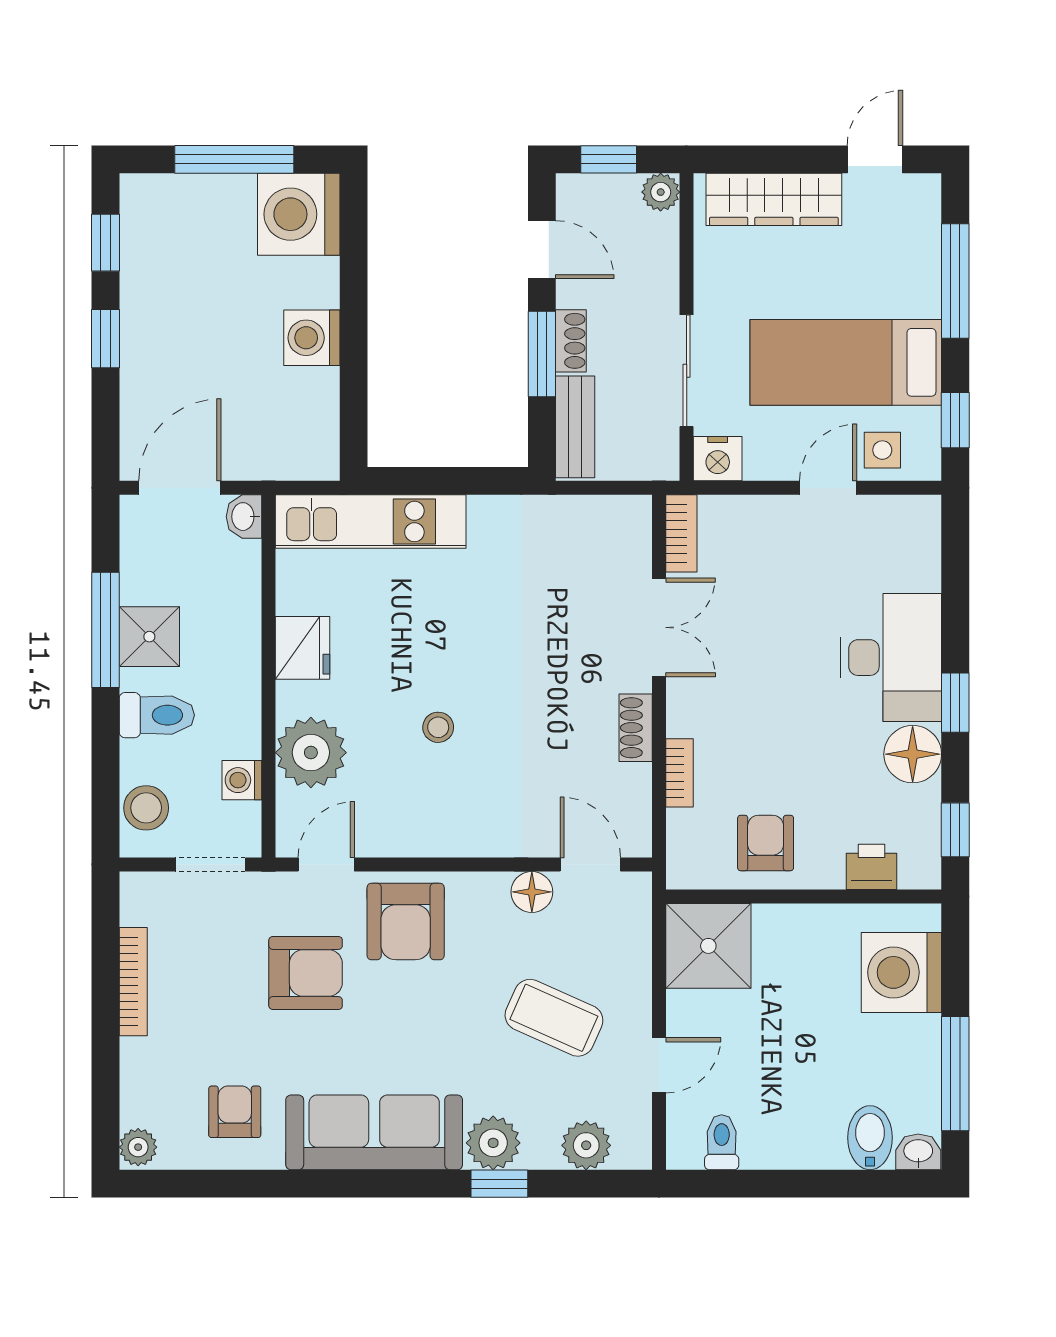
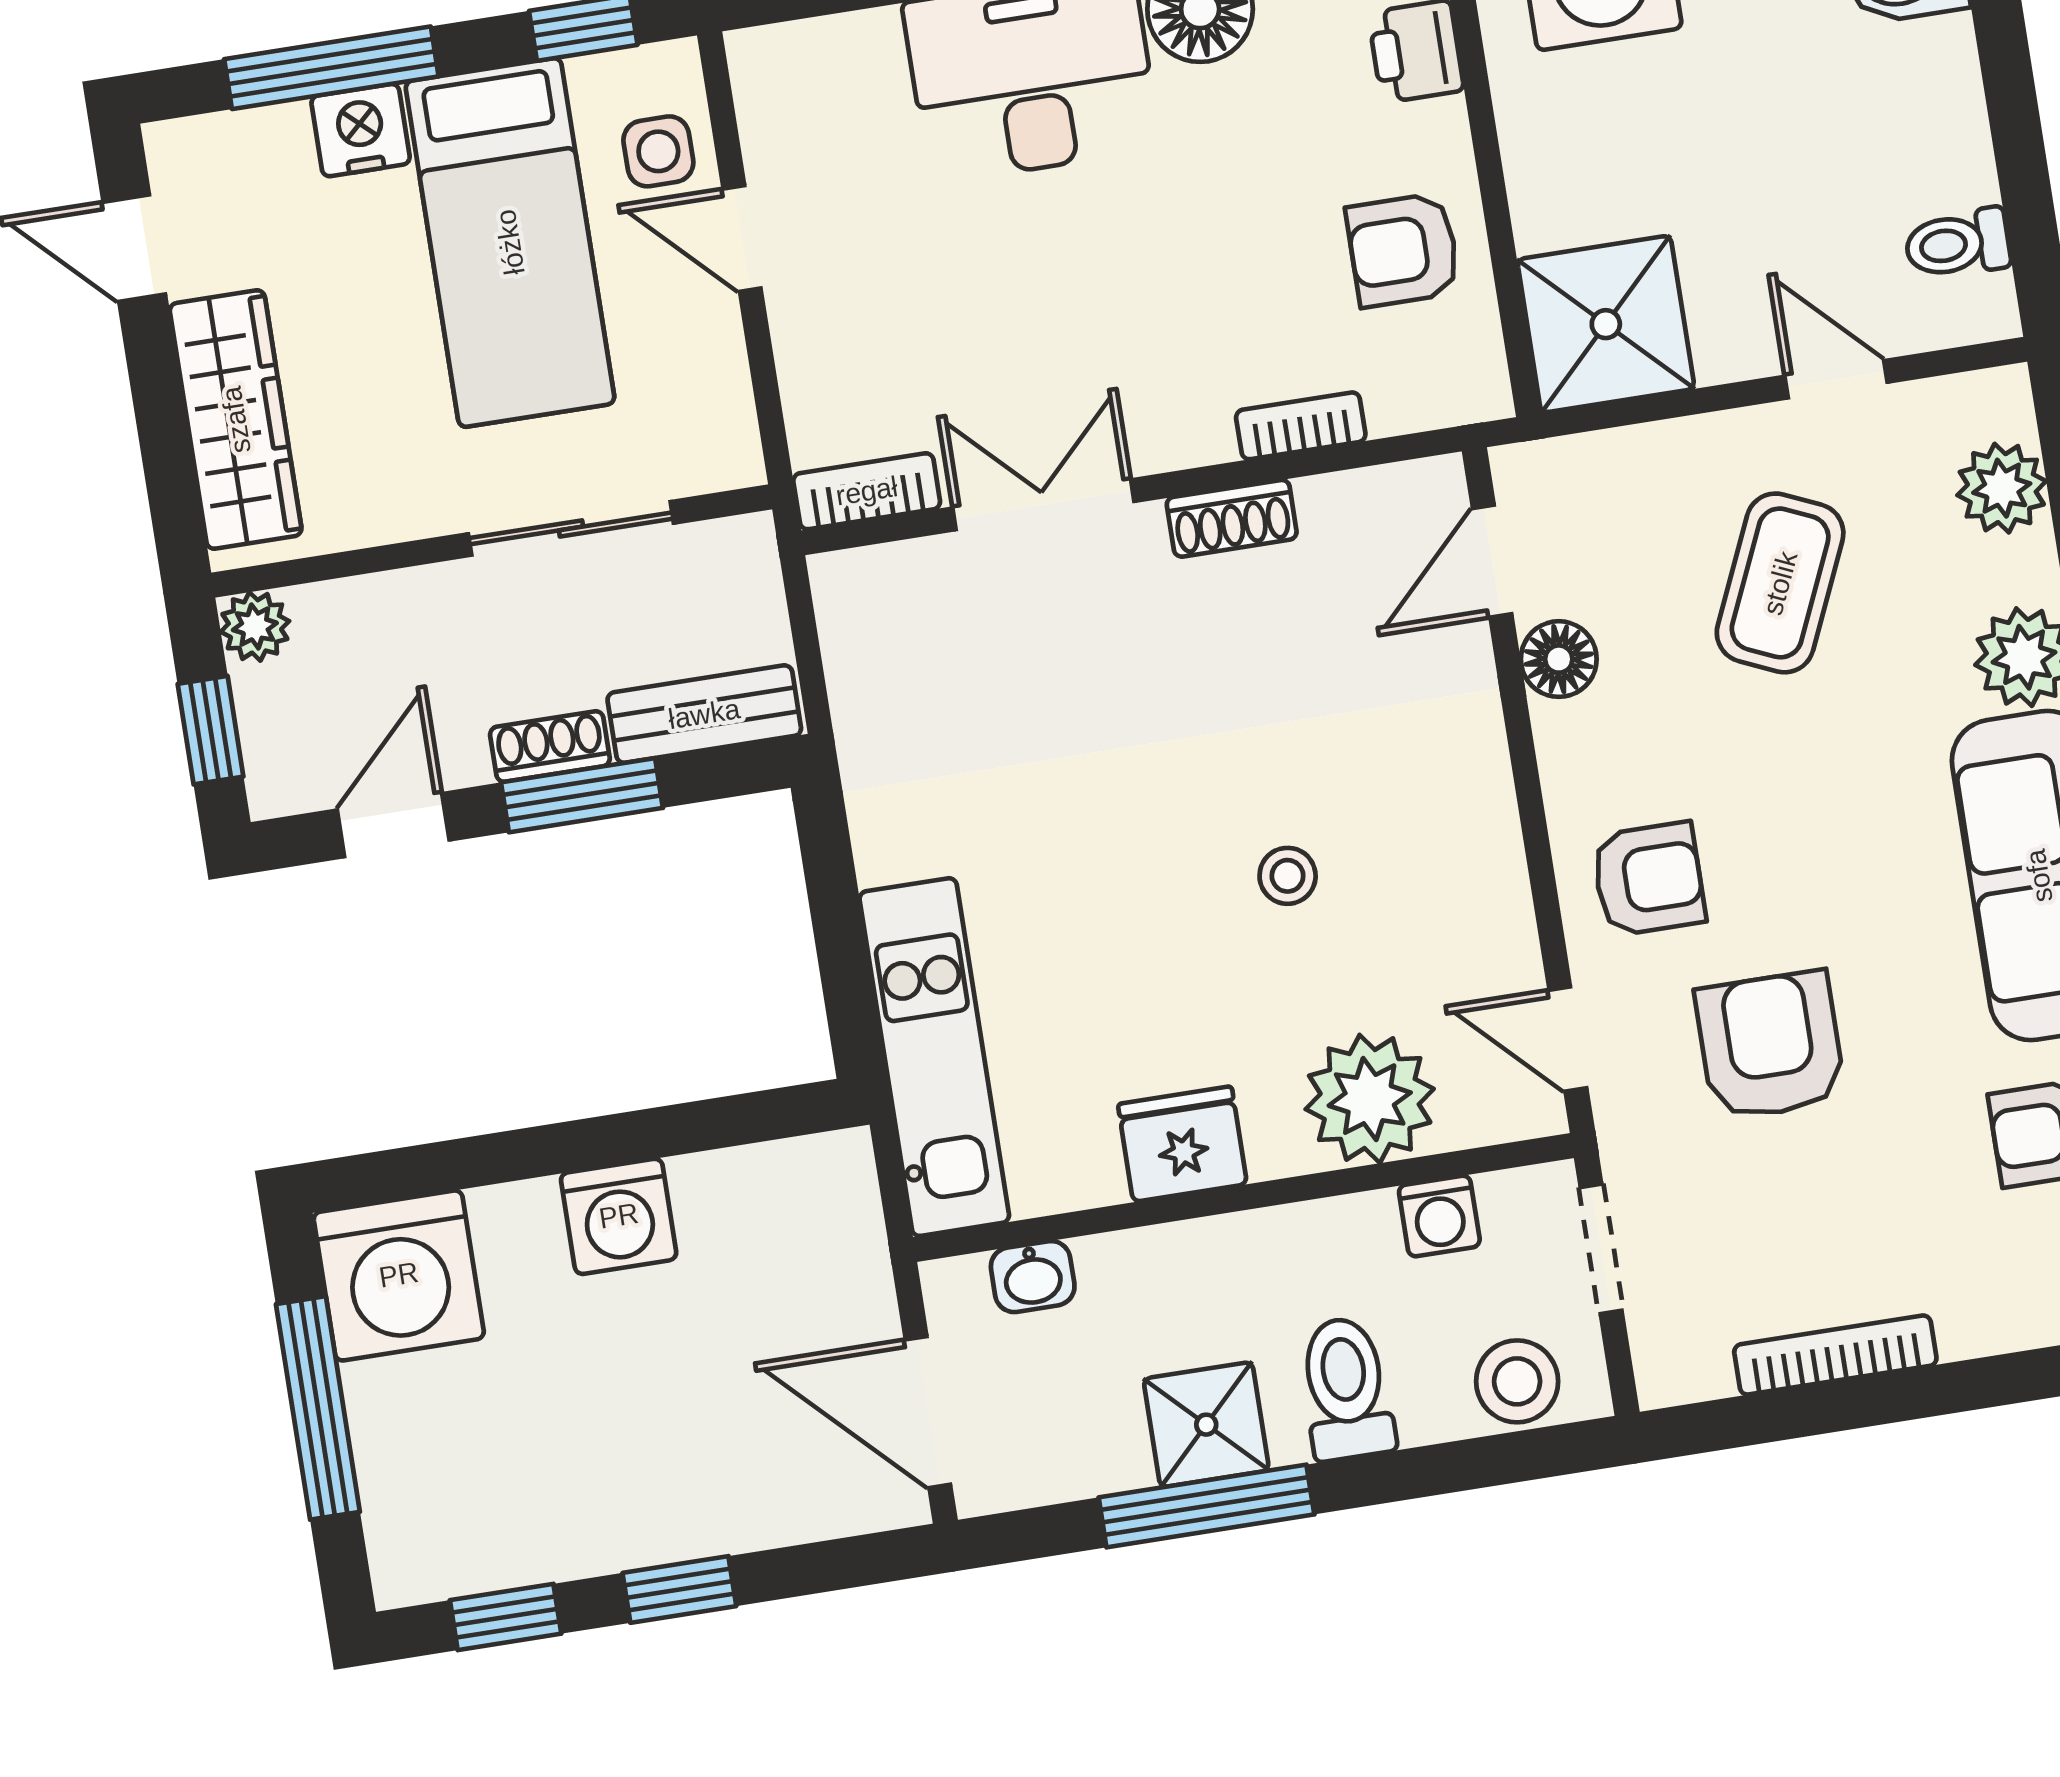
nightstand: (718, 459) -> (361, 130), moved, turned -90
washbasin: (244, 517) -> (1033, 1277), moved
armchair: (406, 922) -> (1648, 879), width x0.72, depth x0.72

